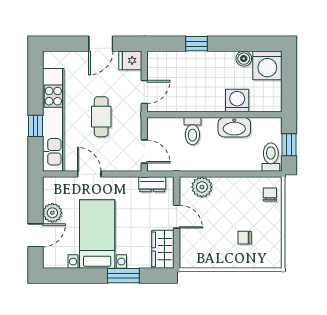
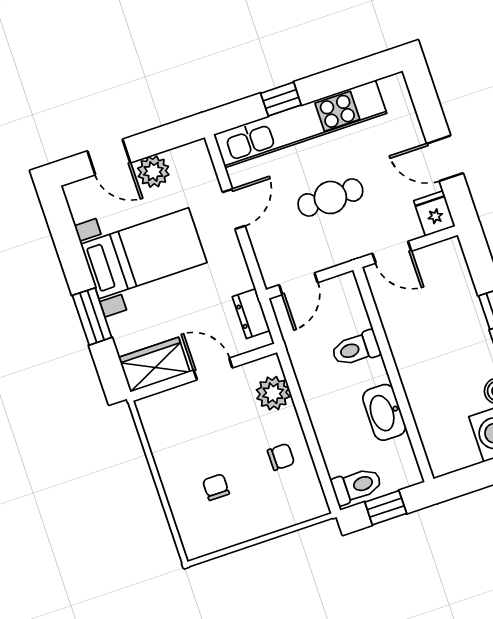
washing machine: (237, 101) -> (428, 403), removed
chair: (270, 195) -> (281, 457), moved
door: (177, 217) -> (213, 369), swing flipped

